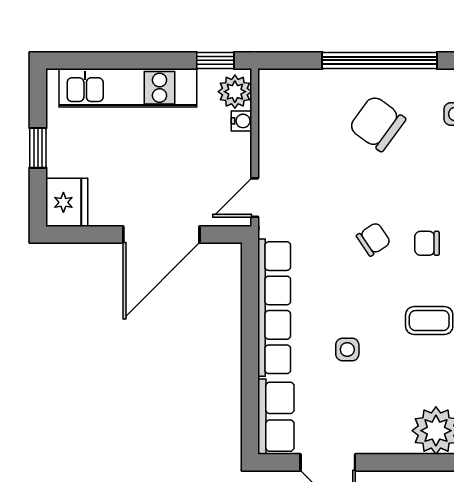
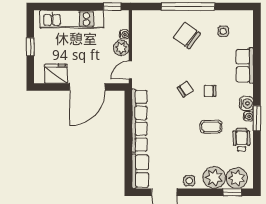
plant: (235, 92) -> (121, 48), moved
fridge: (67, 202) -> (56, 74), moved, turned -90
side table: (347, 349) -> (189, 181), moved

